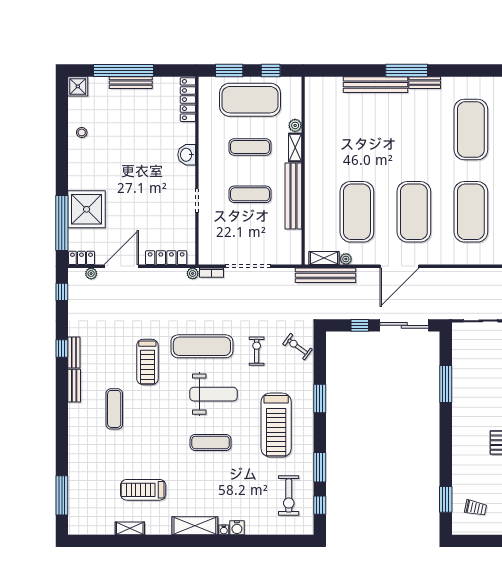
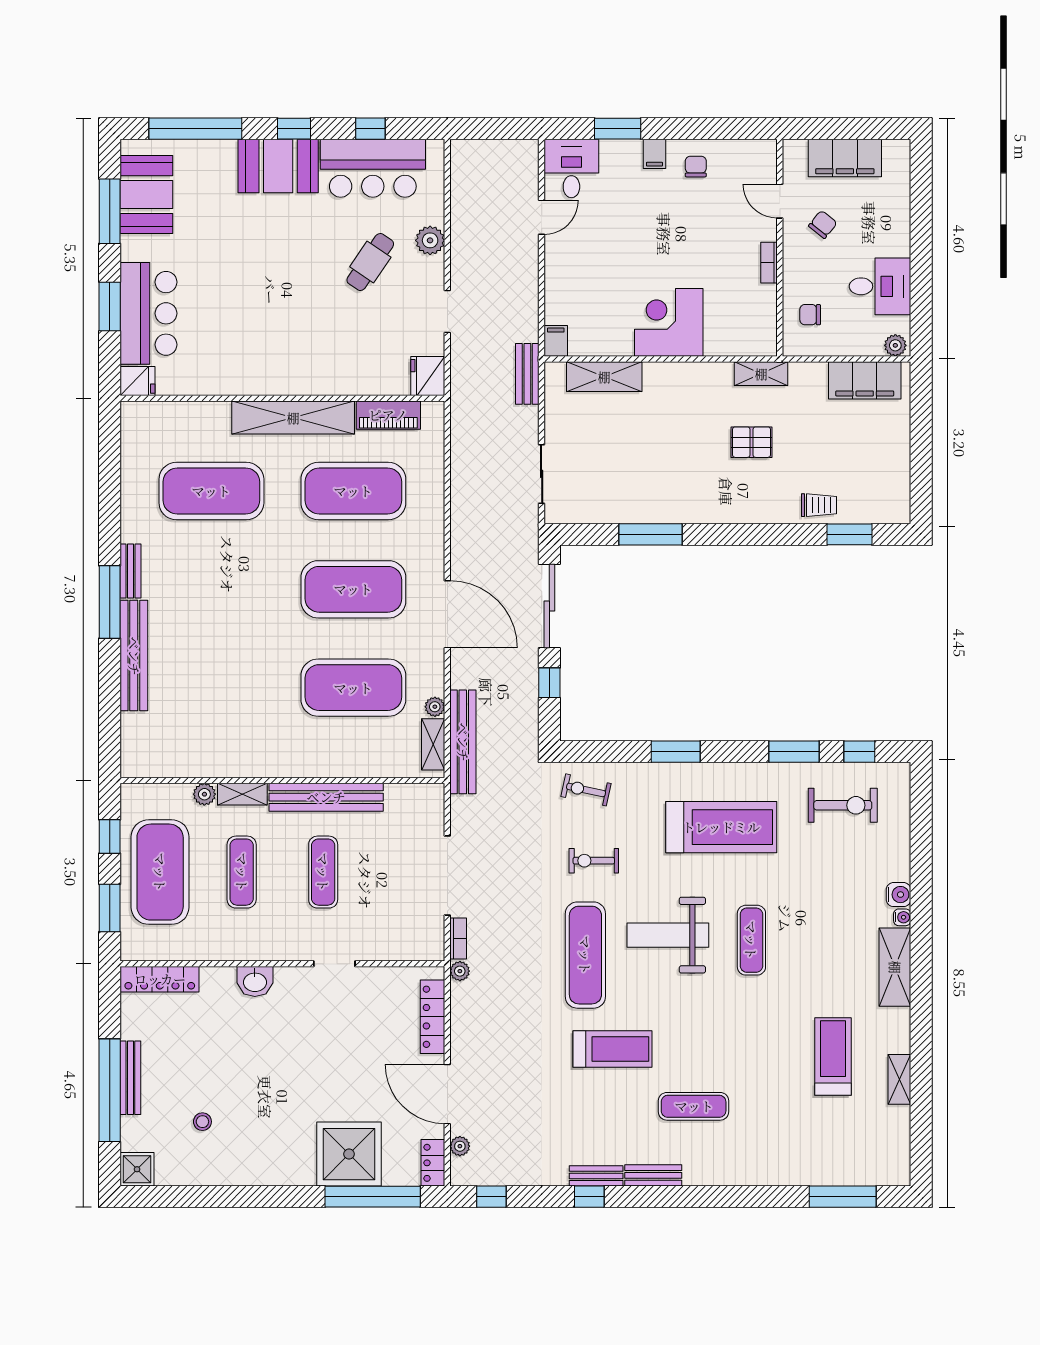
stool: (82, 132) -> (202, 1122), moved
exercise bike: (298, 347) -> (586, 790), turned 66
weight bench: (213, 394) -> (668, 935), turned -90
treadmill: (143, 490) -> (833, 1056), turned 180
trolley: (476, 508) -> (819, 505), moved, turned 78

